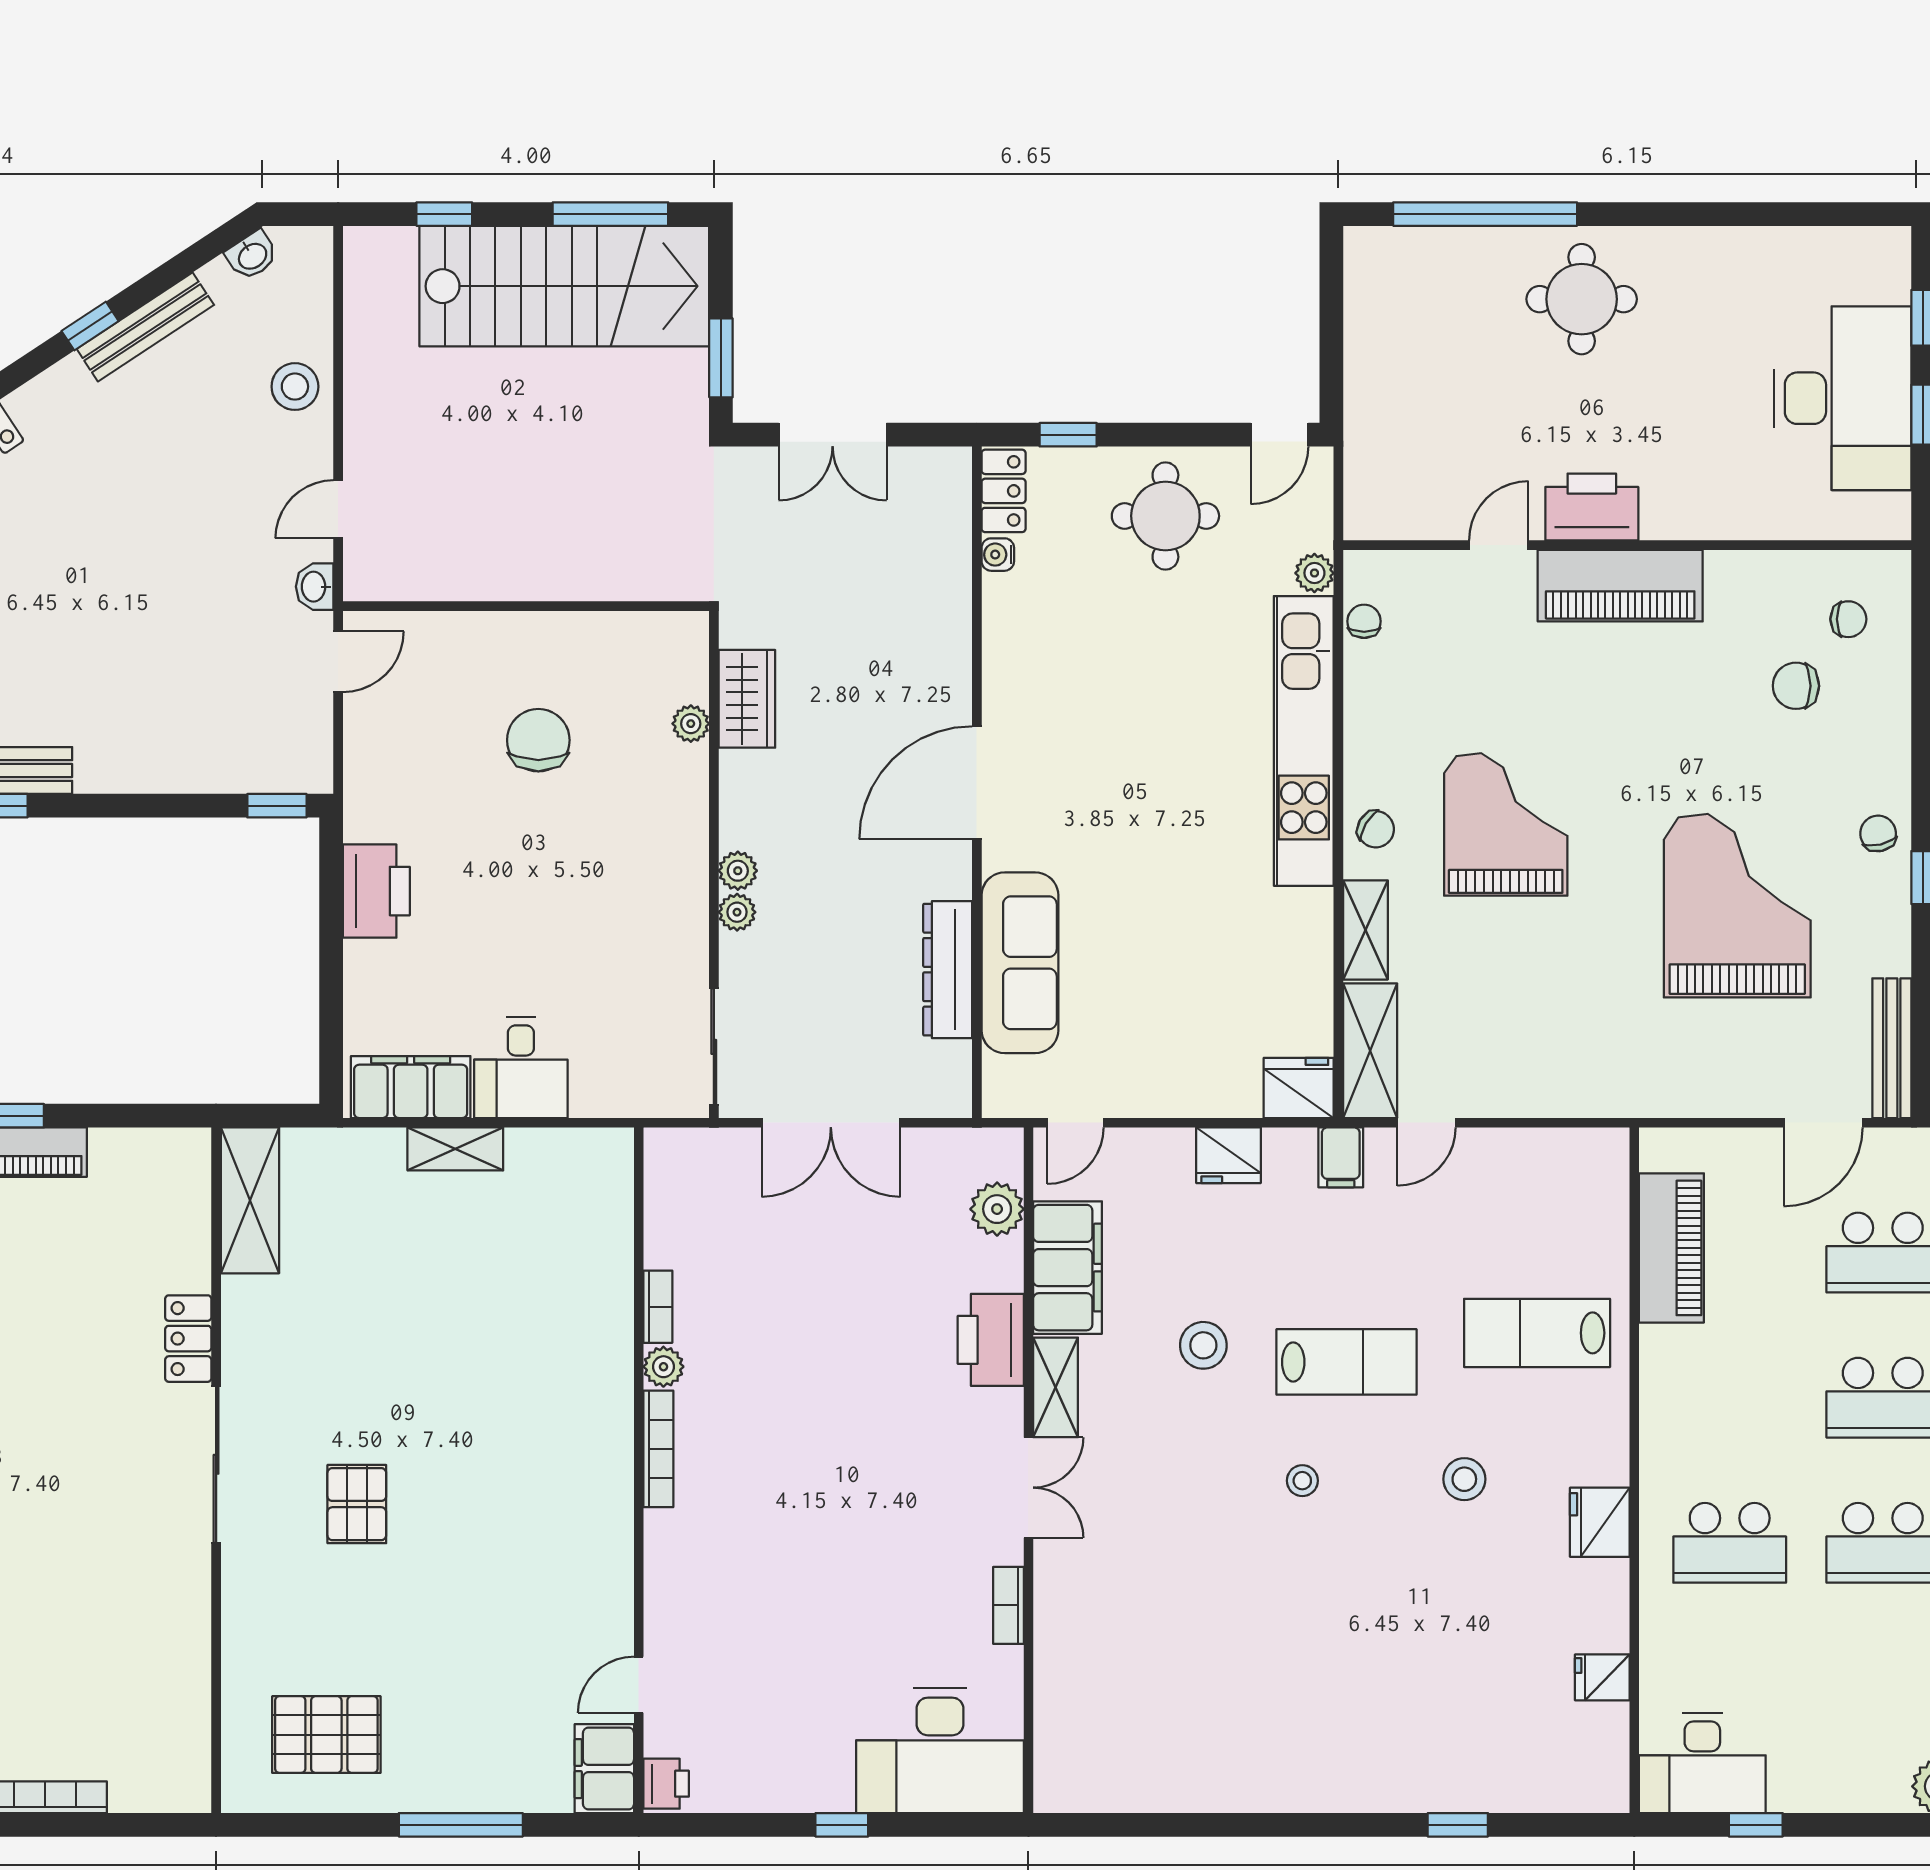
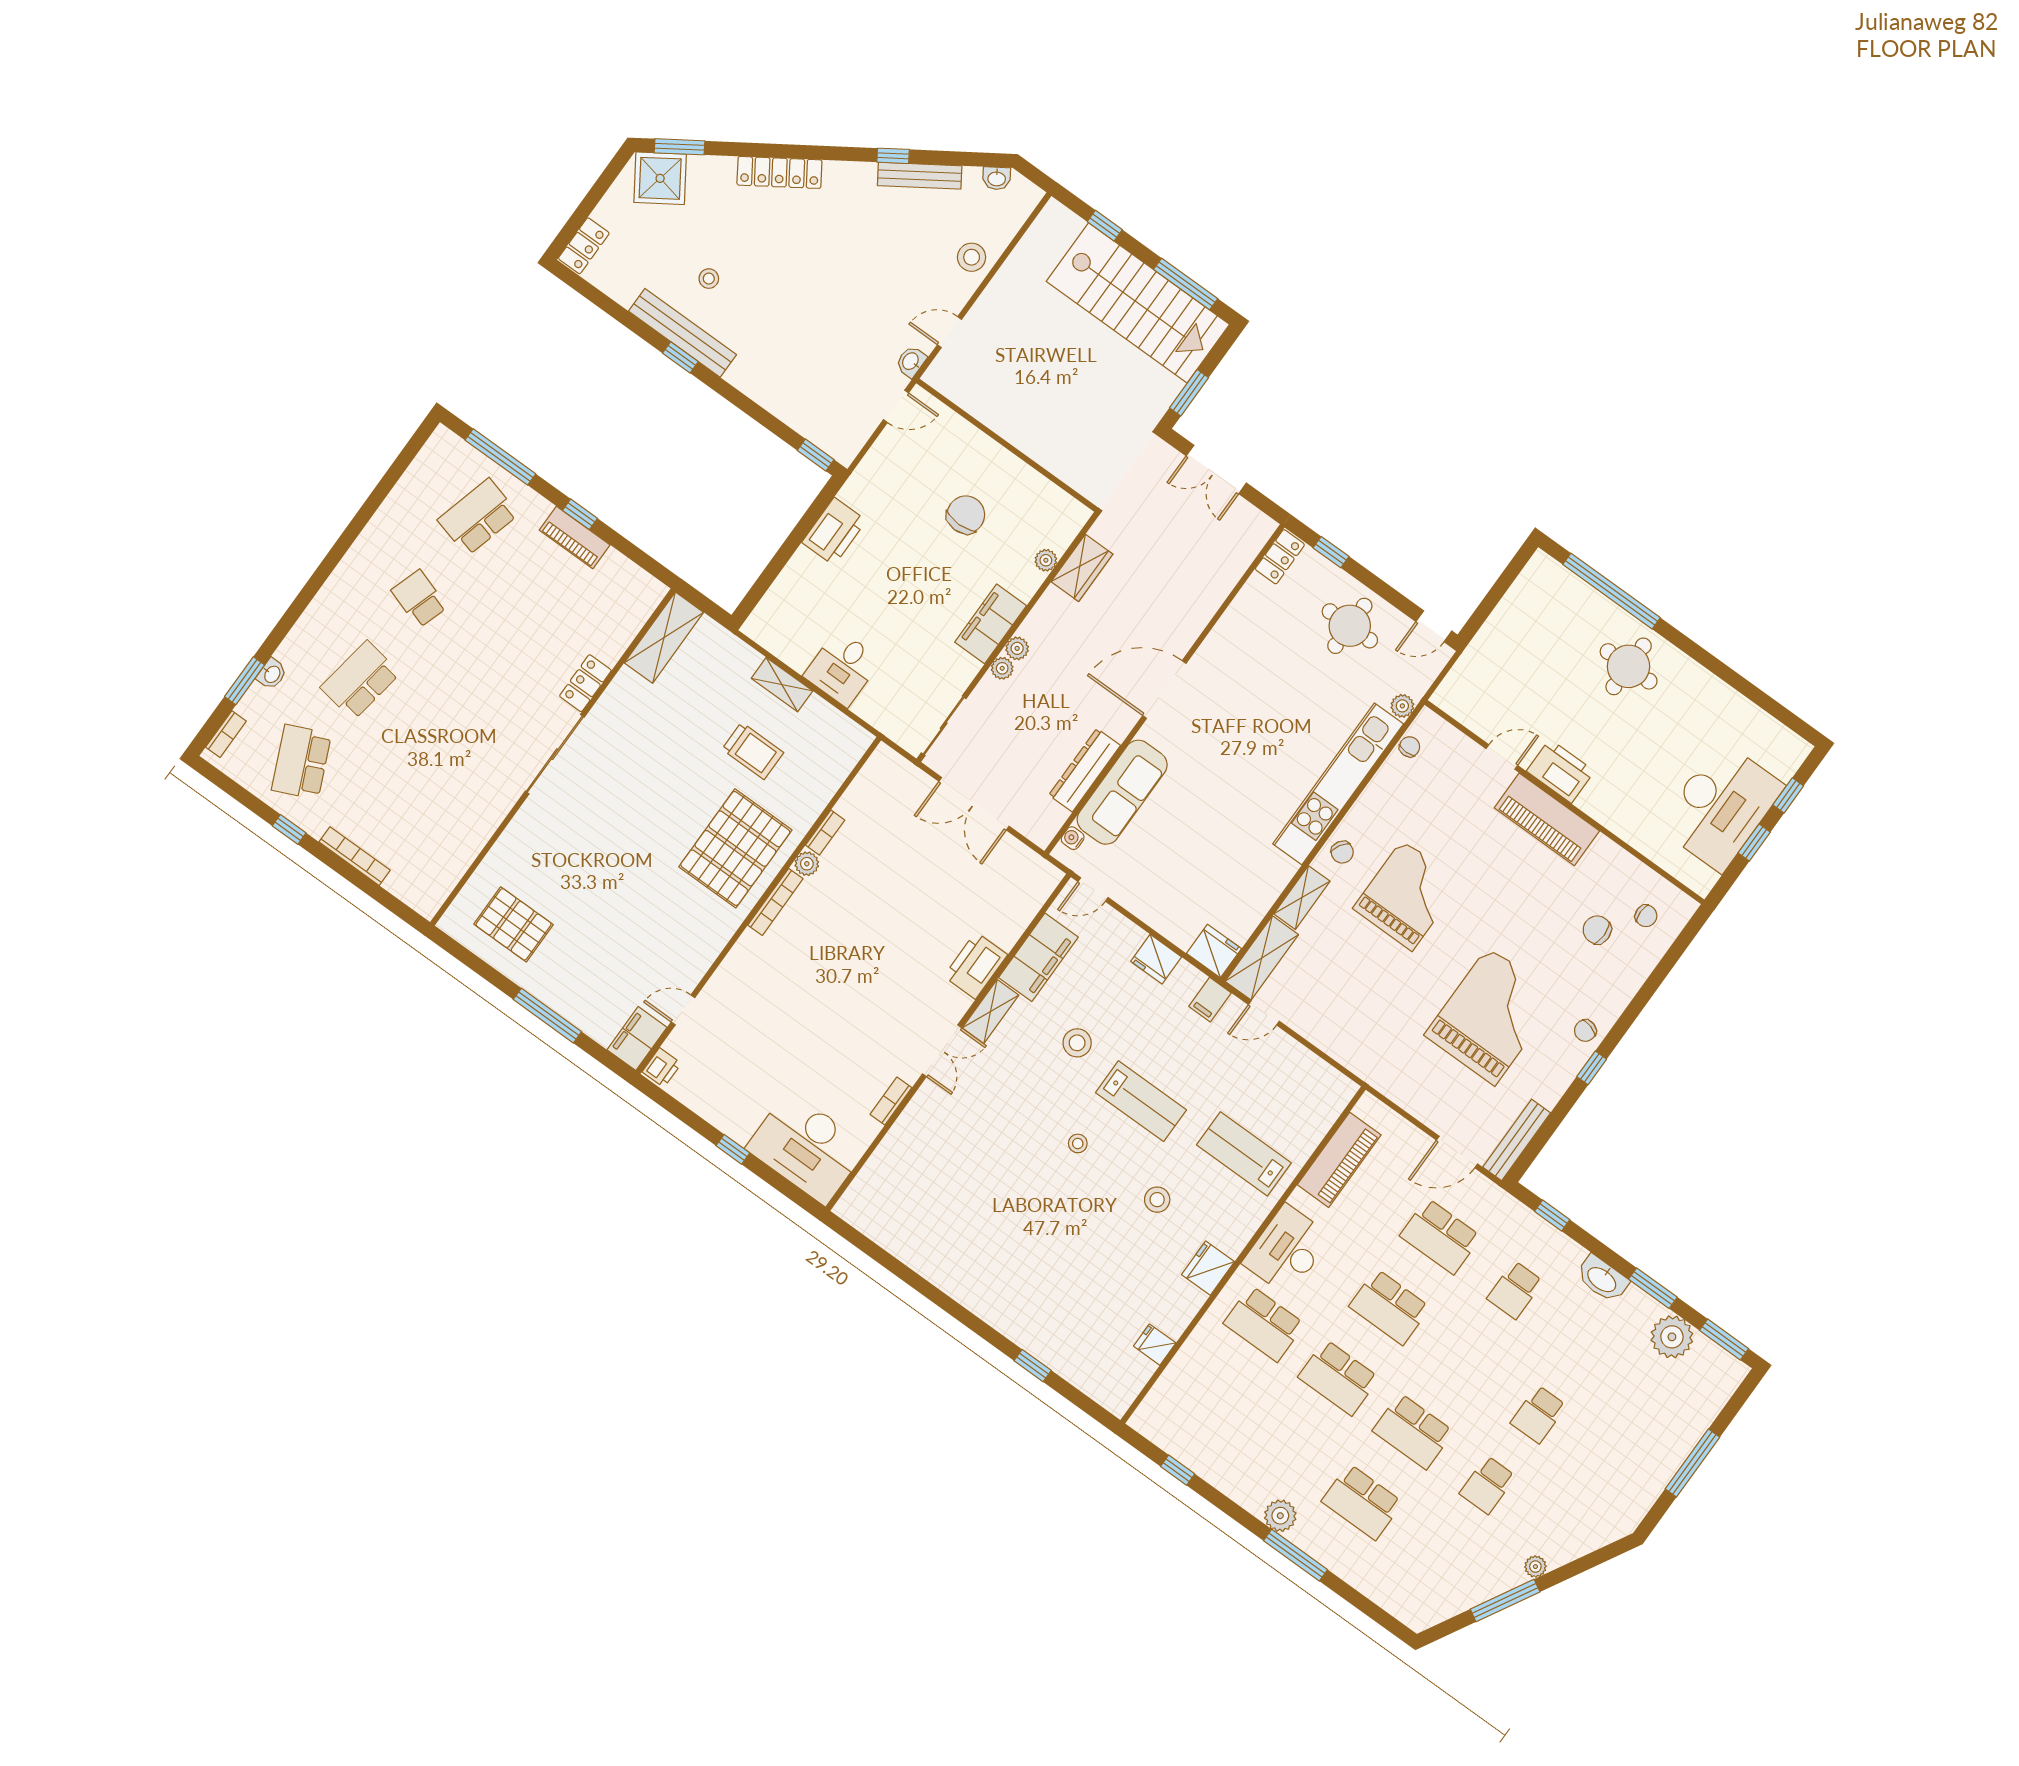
water cooler: (998, 555) -> (1073, 838), moved
chair: (1878, 833) -> (1585, 1031), turned -151
filing cabinet: (411, 1087) -> (991, 624), moved, turned -90
plant: (997, 1209) -> (1025, 904), removed
trolley: (480, 1267) -> (753, 751), added
pallet: (357, 1504) -> (735, 848), moved, width x2.05, depth x2.00
desk: (1702, 1763) -> (1287, 1250), moved, turned 90

